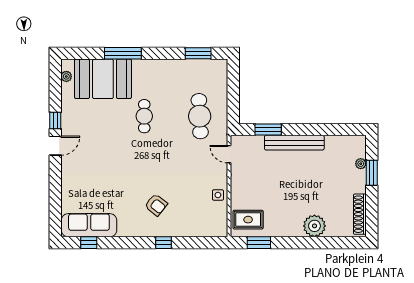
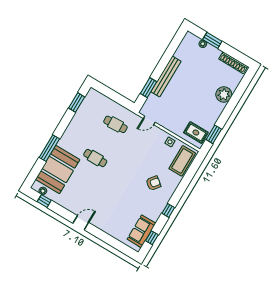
cafe table: (200, 116) -> (115, 124), width x0.73, depth x0.74
window: (55, 120) -> (44, 201), moved
door: (55, 146) -> (81, 223), hinge flipped
rug: (248, 220) -> (196, 133), turned 90
coffee table: (204, 224) -> (182, 161), added
sofa: (89, 225) -> (141, 231), width x0.73
window: (163, 243) -> (168, 210), moved

